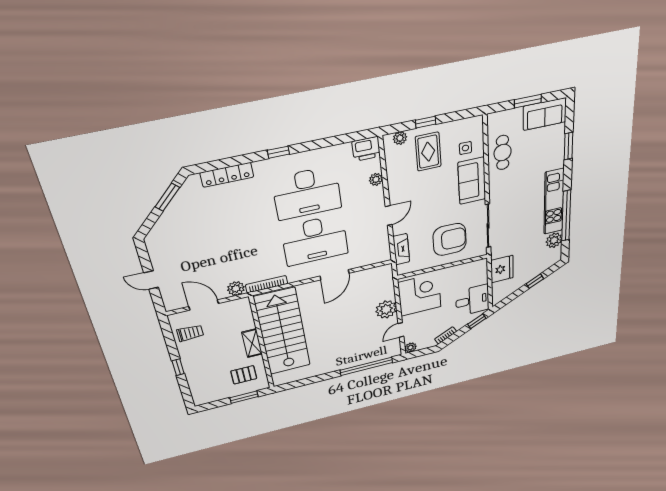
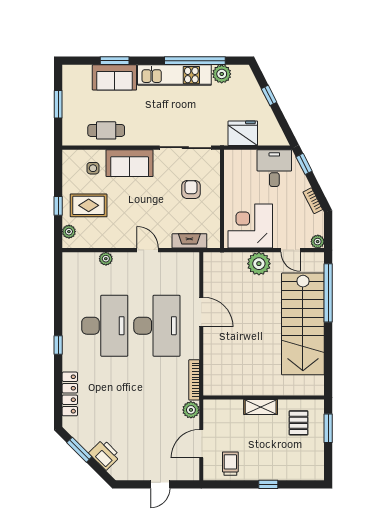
sofa: (545, 114) -> (114, 77), moved, turned 90
printer: (366, 149) -> (105, 455), moved, turned -45
armchair: (450, 239) -> (191, 190), width x0.53, depth x0.53
stairs: (282, 332) -> (303, 324), moved, turned -90

